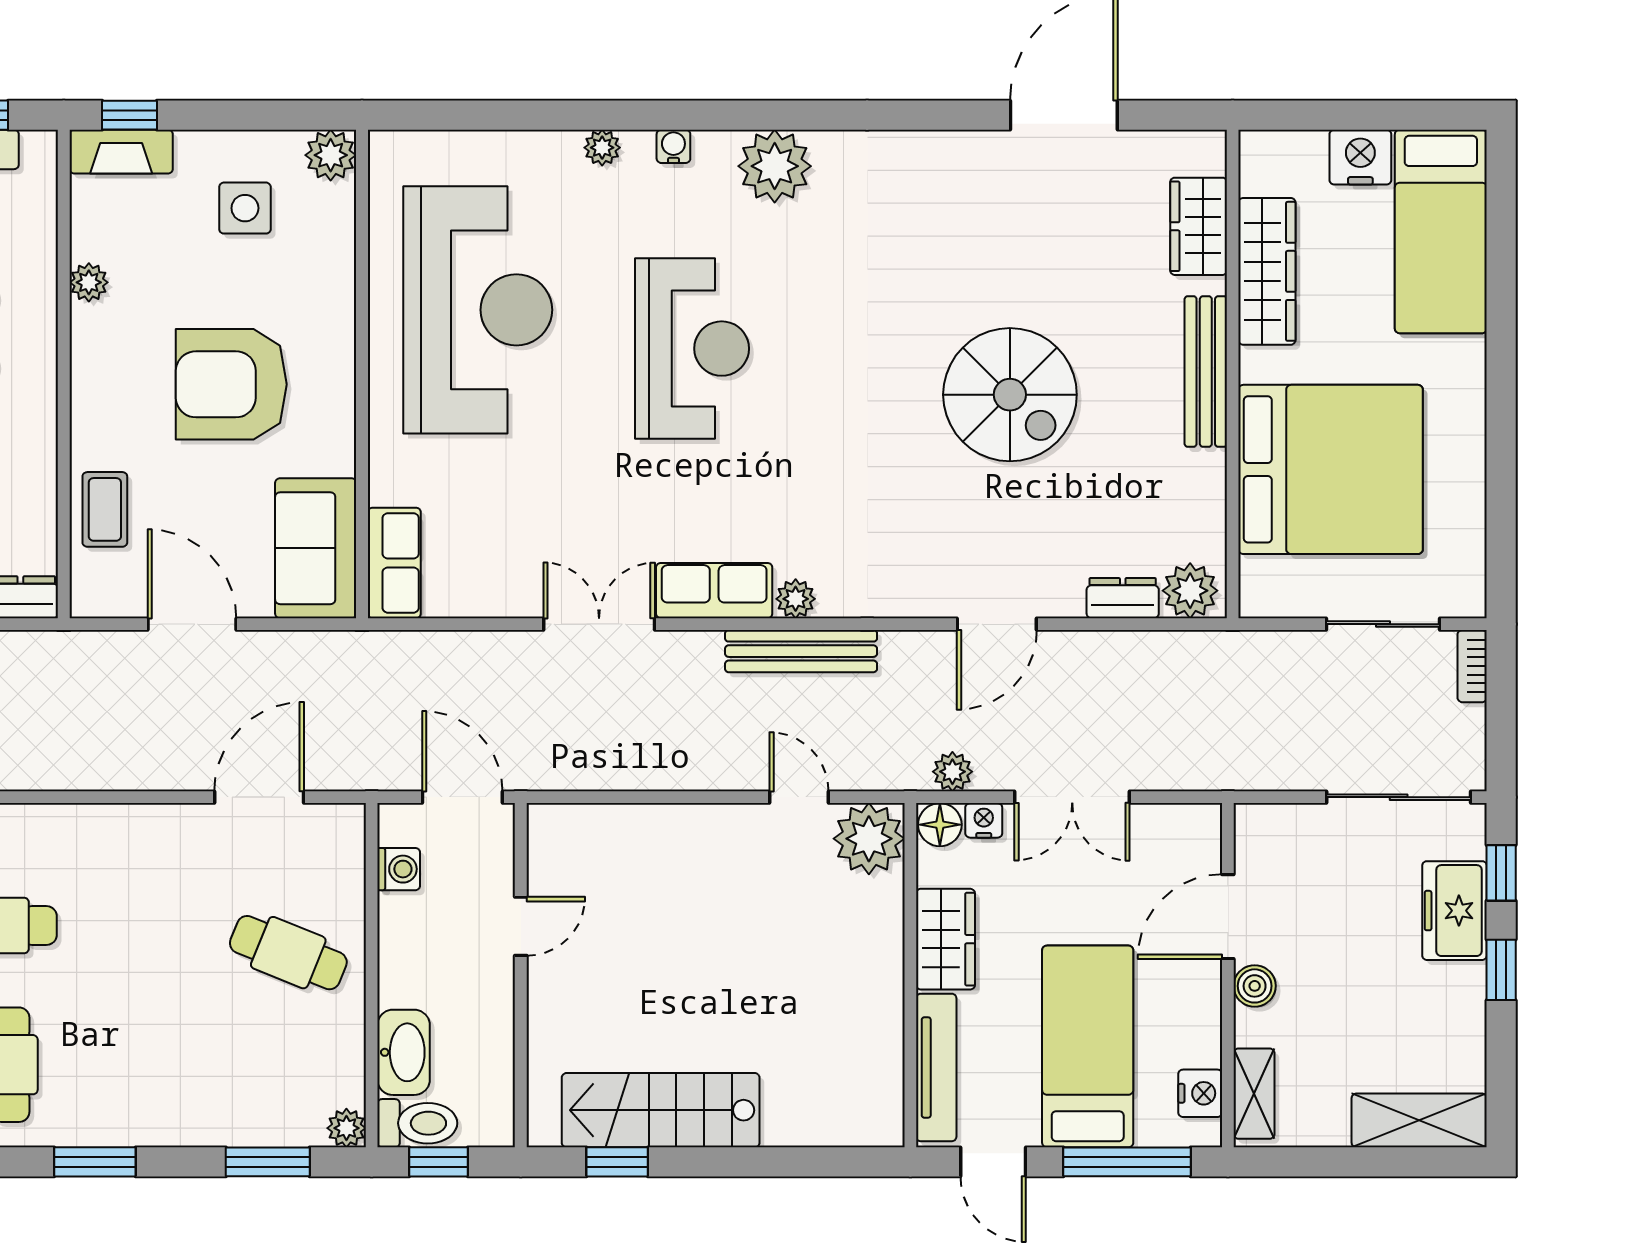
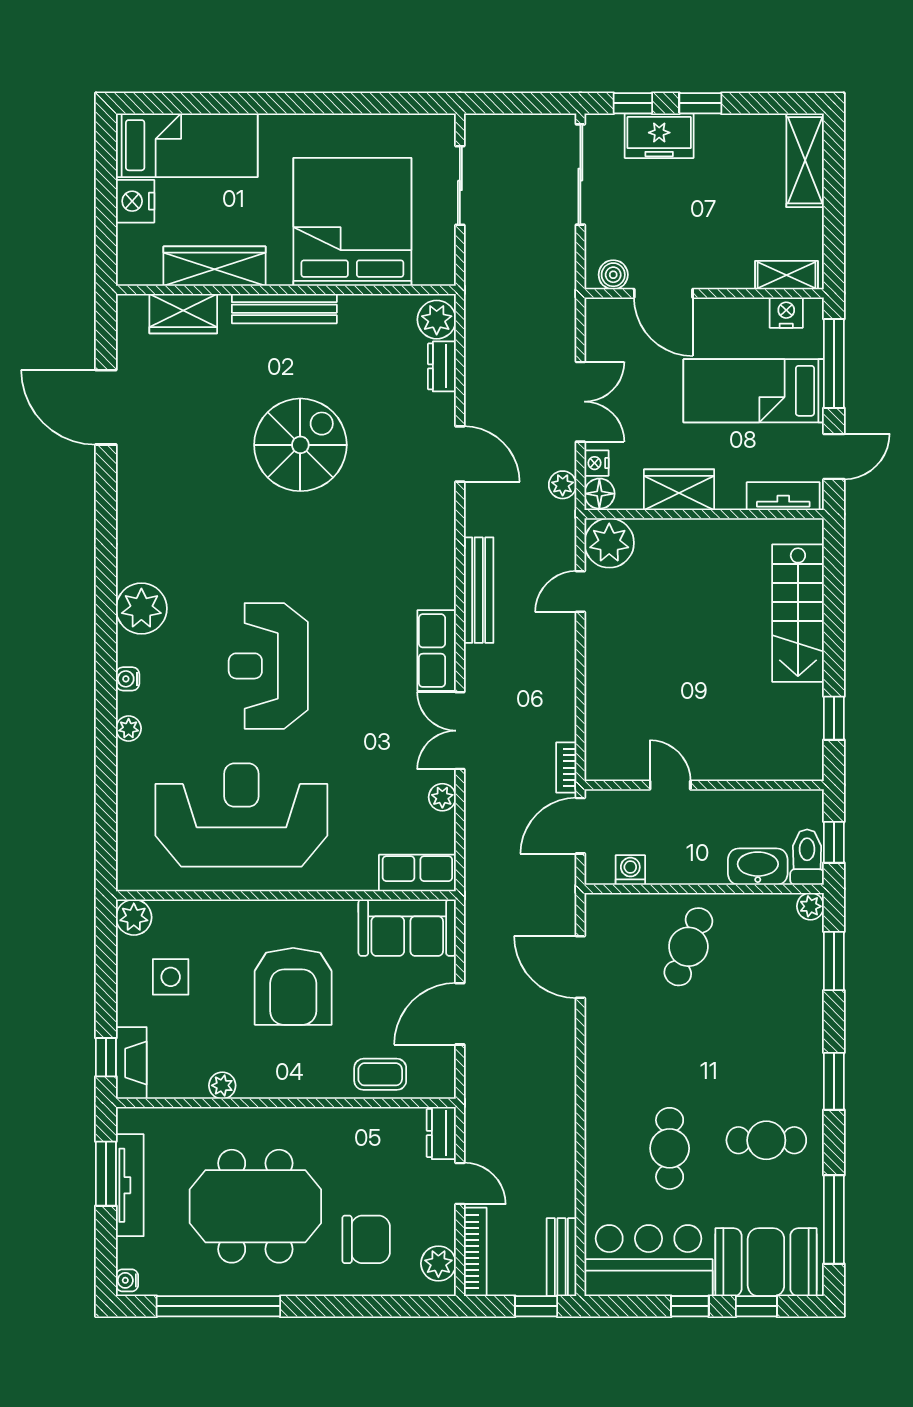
reception desk: (692, 349) -> (268, 666), turned -90
plant: (796, 599) -> (442, 797), moved
bookcase: (1472, 666) -> (566, 768), moved, turned 90
boiler: (1255, 986) -> (613, 275), moved
tv unit: (936, 1067) -> (783, 496), width x0.71
stairs: (661, 1110) -> (798, 613), moved

